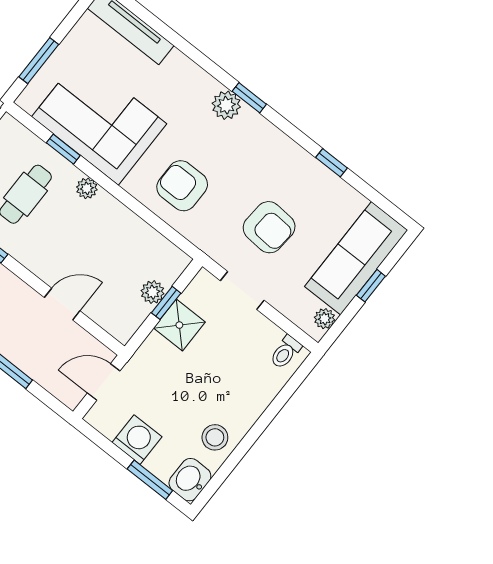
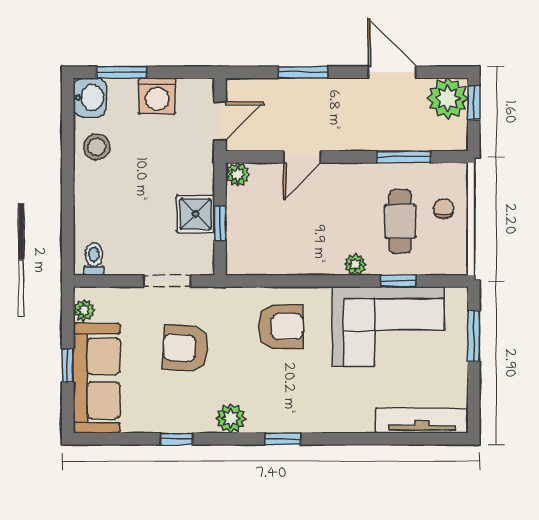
plant: (226, 105) -> (231, 418), moved
plant: (153, 292) -> (238, 174), moved

